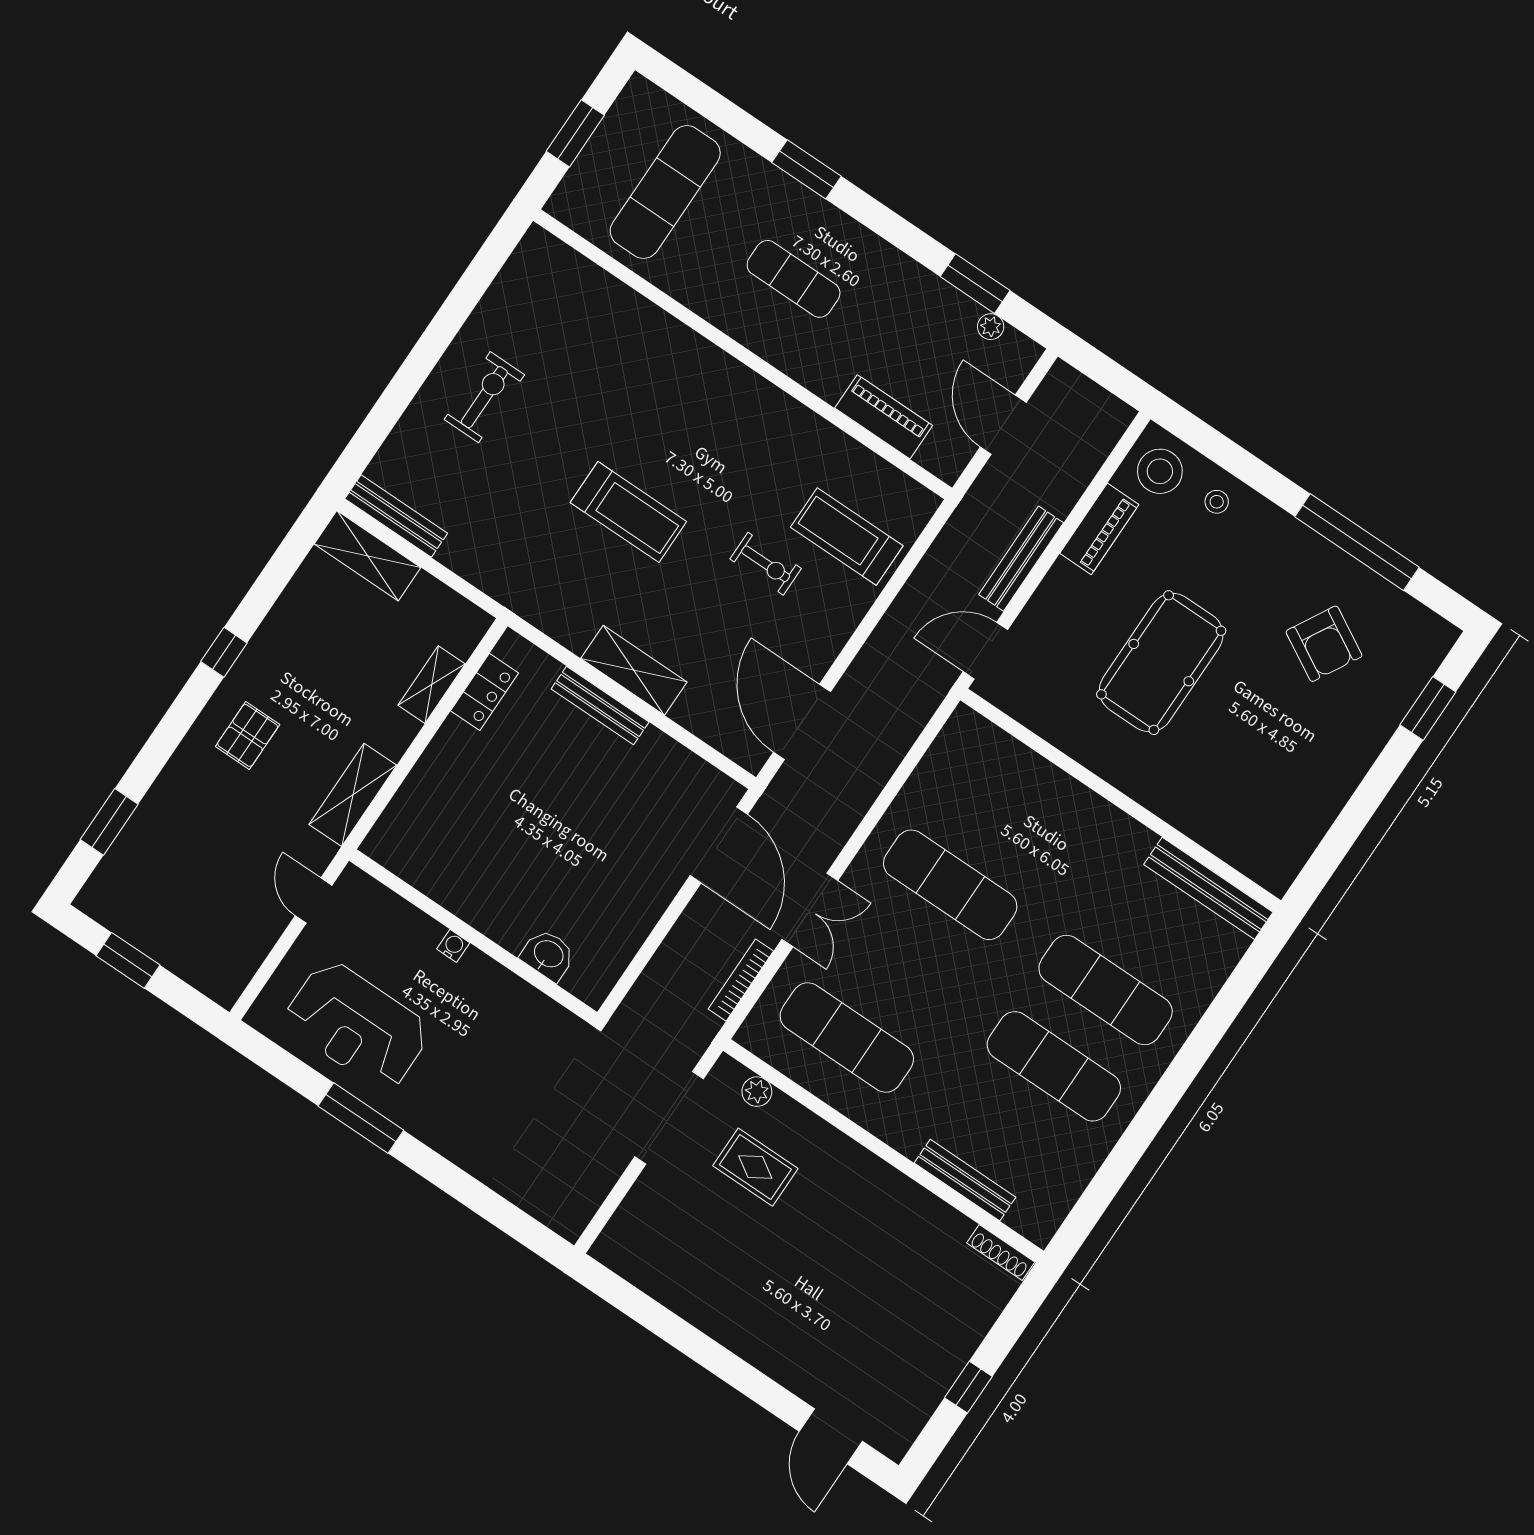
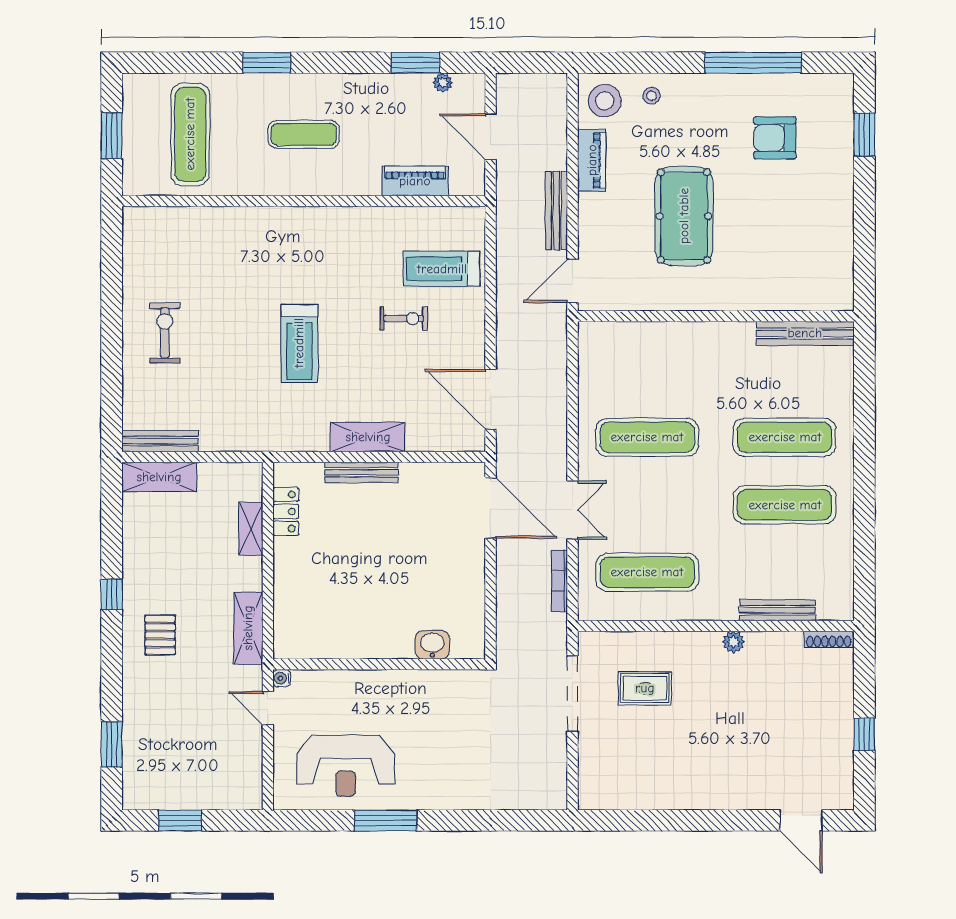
treadmill: (628, 512) -> (299, 343), turned 90
armchair: (1324, 644) -> (775, 138), turned 151
water cooler: (453, 946) -> (282, 678), moved, turned -90
plant: (757, 1092) -> (733, 642), moved

